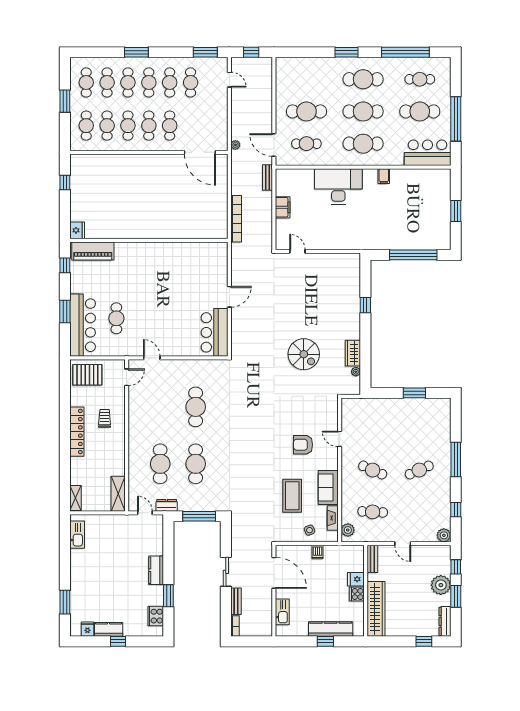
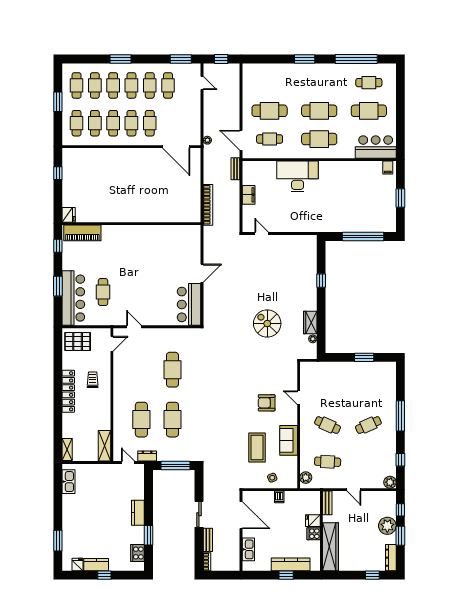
cafe table: (363, 79) -> (319, 83), removed
window: (456, 119) -> (400, 117), removed
filing cabinet: (384, 176) -> (388, 168), moved
spiral stairs: (304, 354) -> (267, 324), turned 180
fireplace: (333, 518) -> (293, 467), removed

